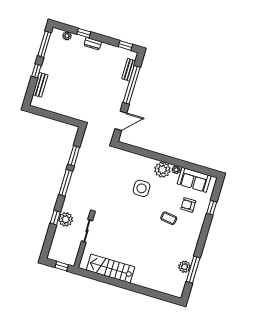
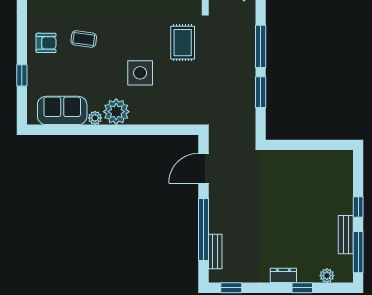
bench: (40, 85) -> (346, 235), moved
rug: (111, 199) -> (183, 43), added
armchair: (188, 205) -> (46, 43), moved

